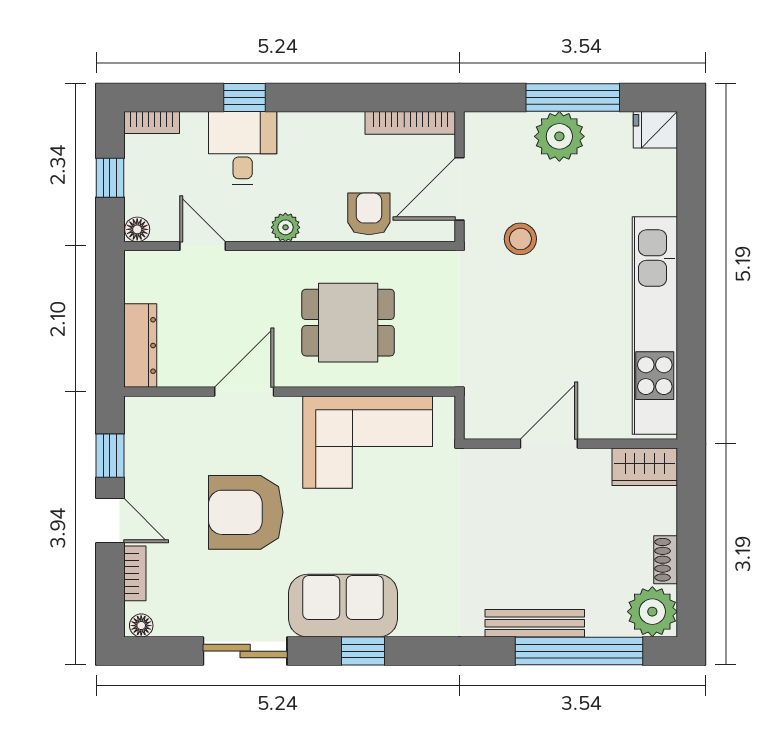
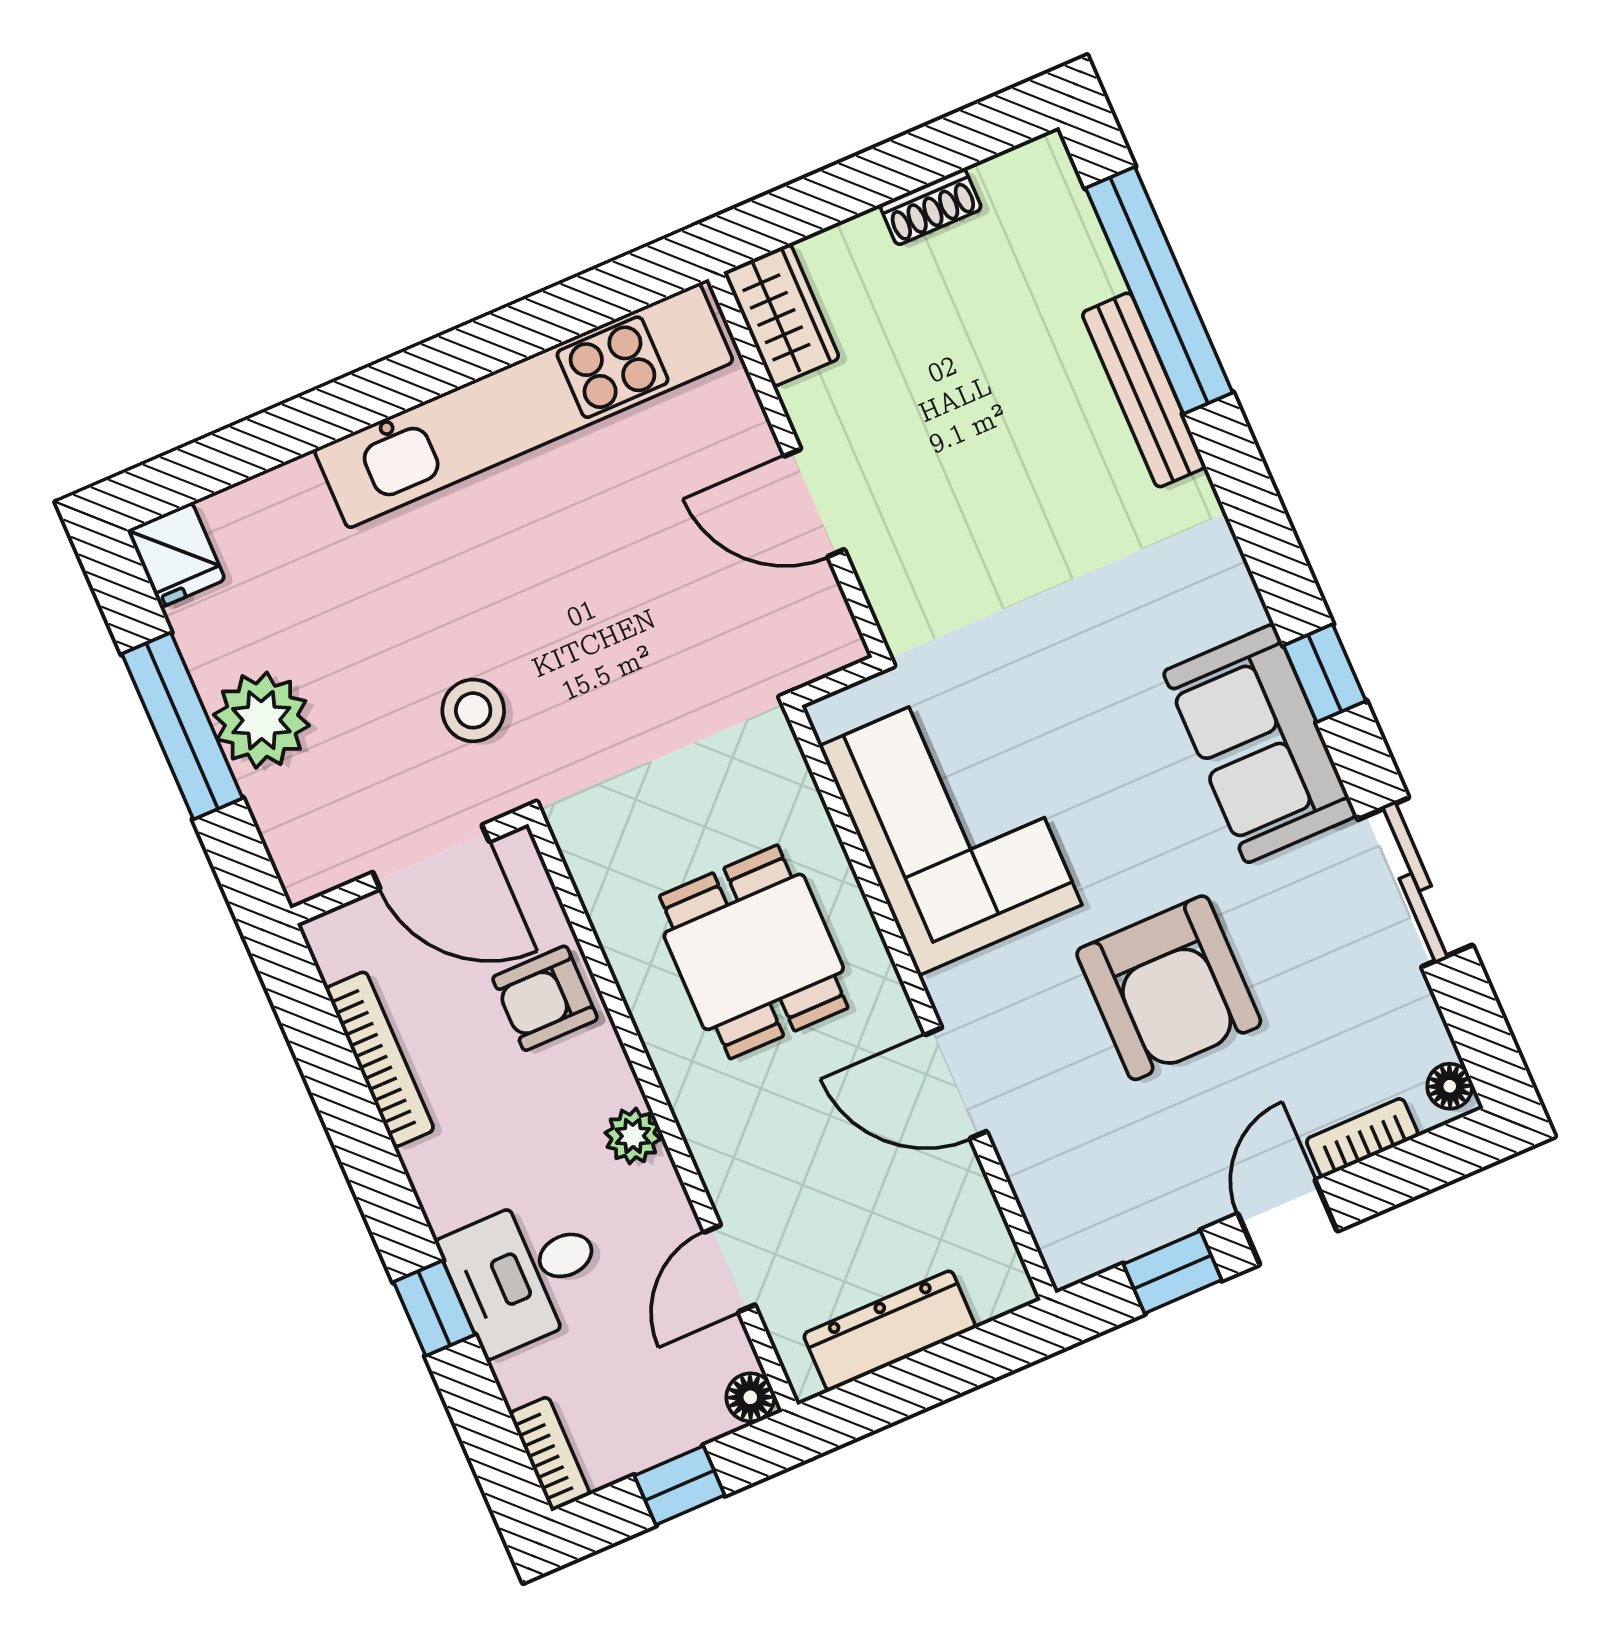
bookcase: (410, 123) -> (380, 1059), moved
dresser: (140, 345) -> (890, 1331), moved
plant: (652, 612) -> (1033, 191), removed

